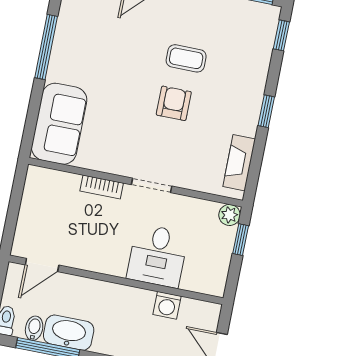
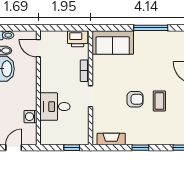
printer: (39, 188) -> (78, 39), added
plant: (229, 215) -> (83, 139), removed

